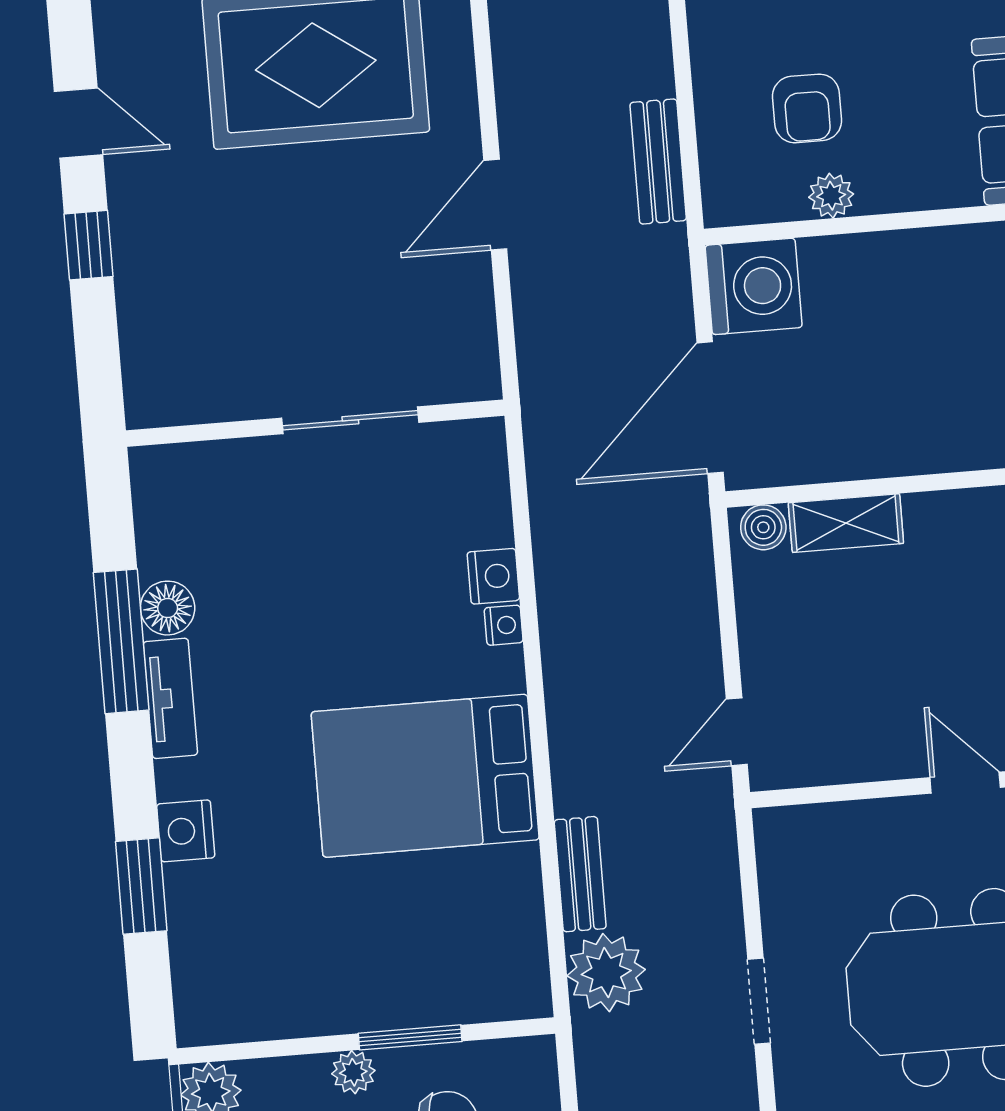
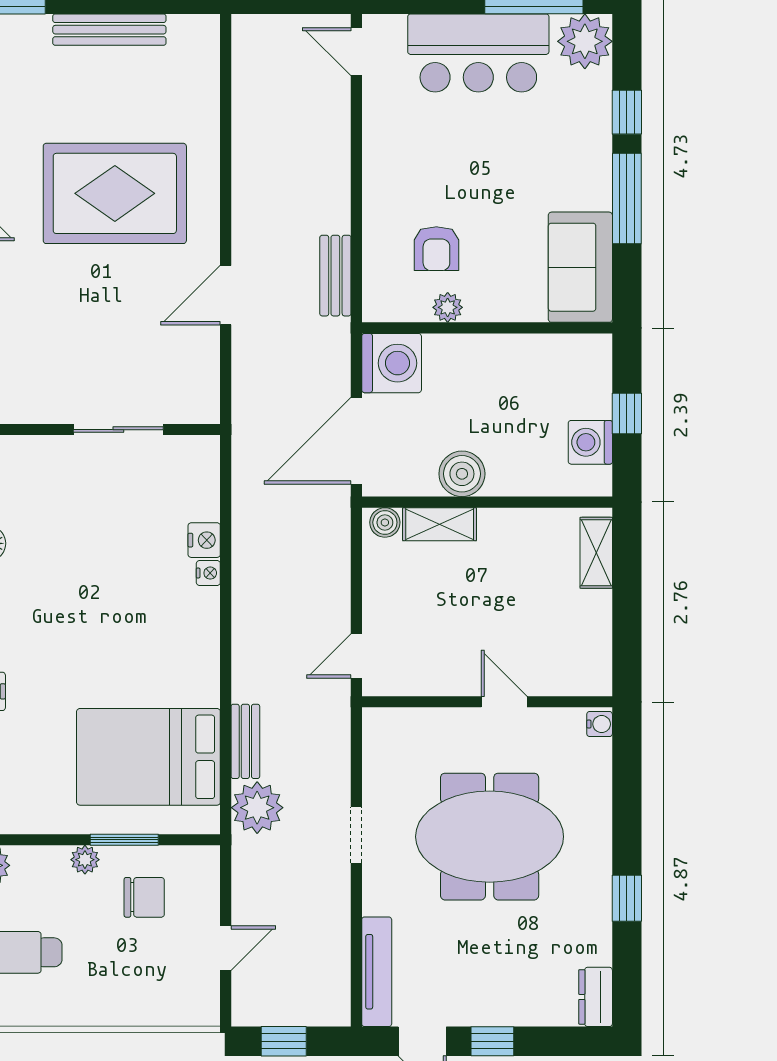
boiler: (873, 444) -> (462, 474), added
bed: (425, 776) -> (148, 757), moved

